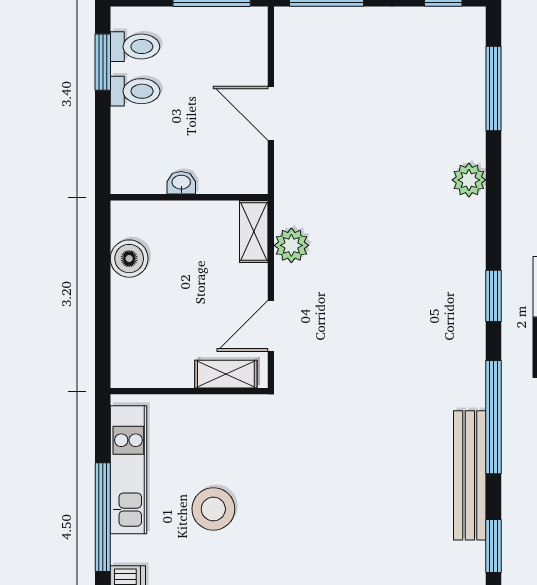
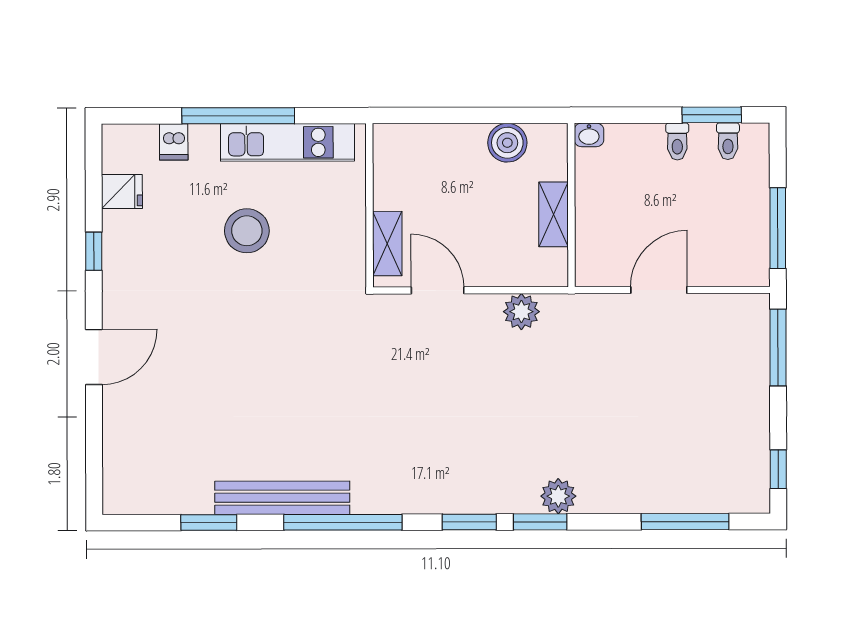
toilet: (135, 47) -> (728, 141), width x0.73, depth x0.72
toilet: (135, 91) -> (677, 141), width x0.73, depth x0.72
plant: (469, 180) -> (558, 496), moved
washbasin: (181, 183) -> (589, 135), moved, turned 90
window: (494, 228) -> (540, 522), added
shelving: (254, 232) -> (553, 214), moved, turned 90

